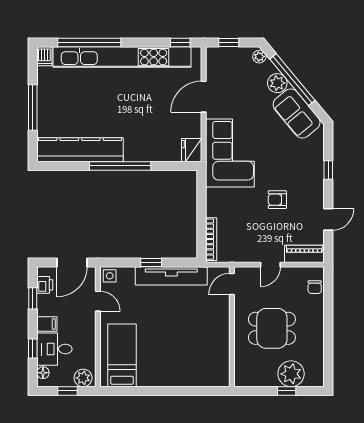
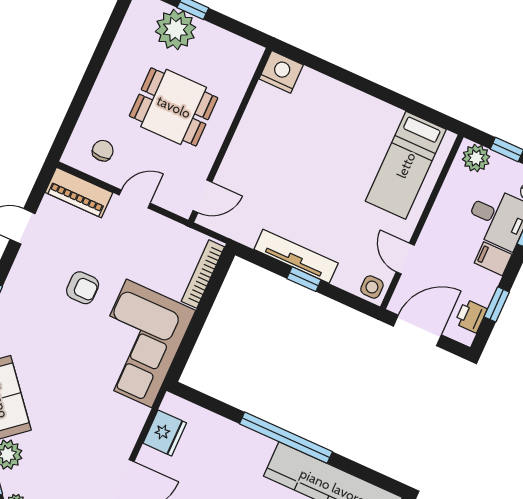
fridge: (192, 150) -> (165, 433), moved
corner sofa: (230, 153) -> (139, 343), moved
tv unit: (171, 276) -> (296, 256), width x0.73, depth x0.78
chair: (315, 287) -> (103, 151), moved
nightstand: (219, 377) -> (281, 72), added

